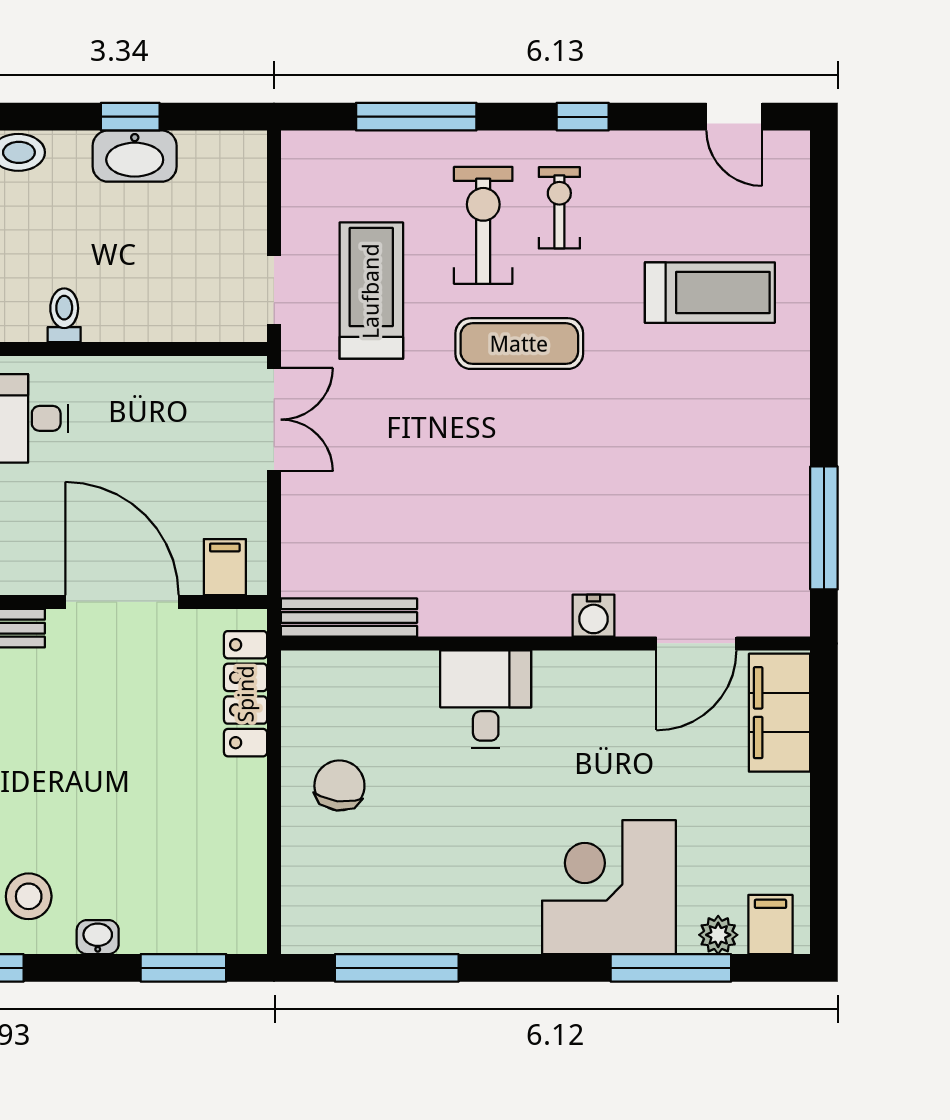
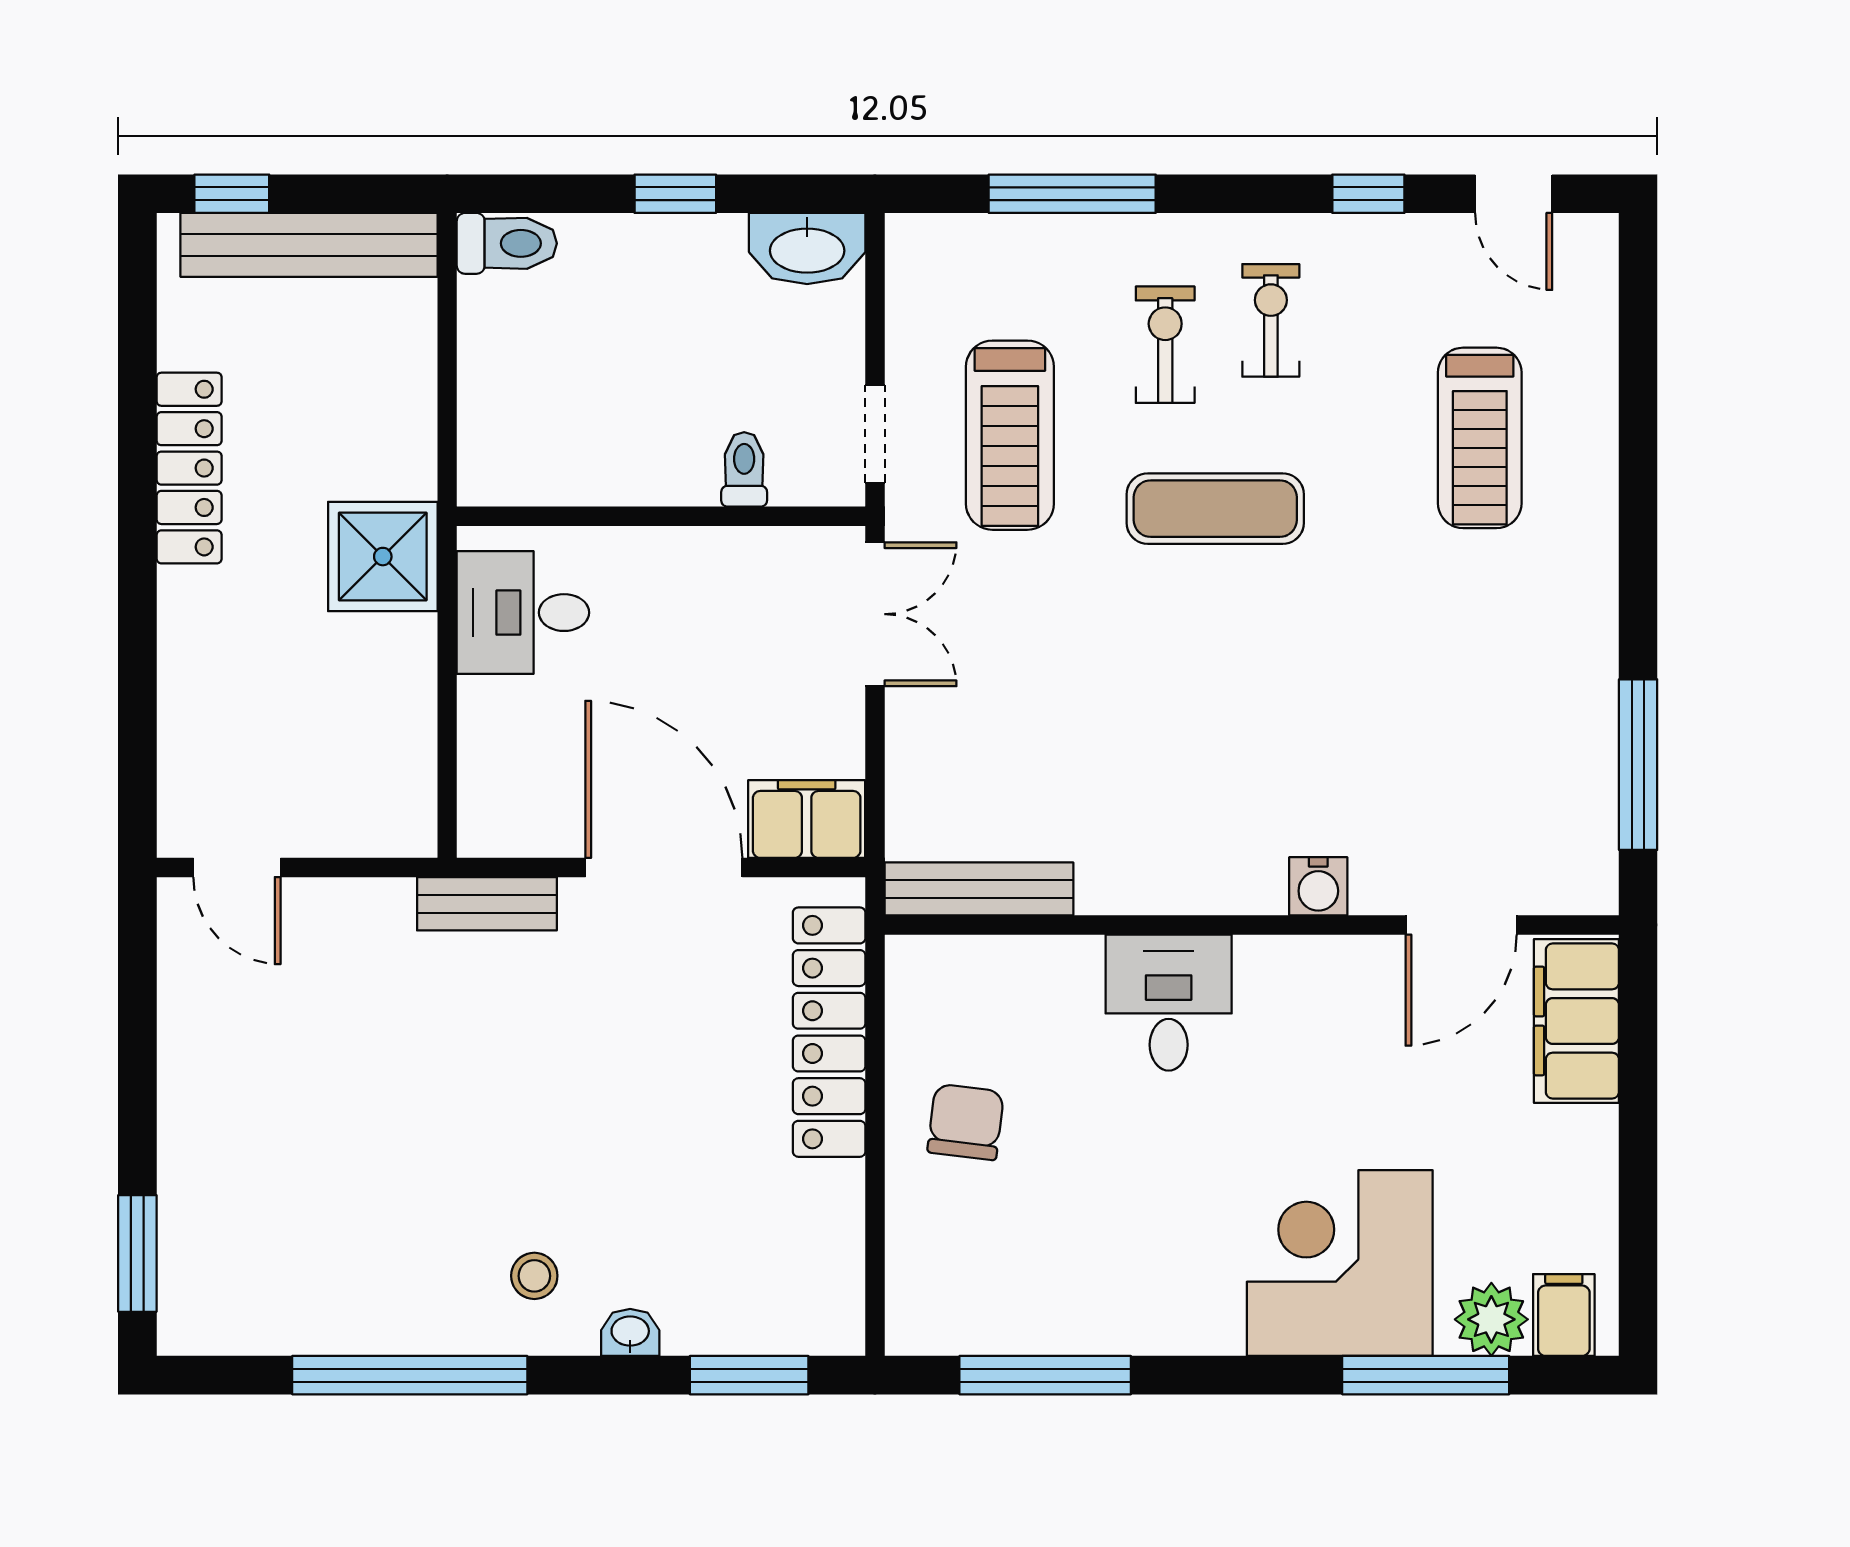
window: (583, 117) -> (1368, 194), moved
washbasin: (135, 156) -> (807, 248), moved
exercise bike: (483, 225) -> (1165, 345), width x0.73, depth x0.72
treadmill: (371, 291) -> (1010, 435), turned 180
treadmill: (710, 293) -> (1480, 438), turned 90
toilet: (64, 315) -> (744, 469), moved
filing cabinet: (225, 567) -> (807, 819), width x2.00
locker: (246, 694) -> (829, 1032), width x1.41, depth x1.21
stool: (29, 896) -> (534, 1276), width x0.73, depth x0.73
plant: (718, 935) -> (1491, 1319), width x1.38, depth x1.38

